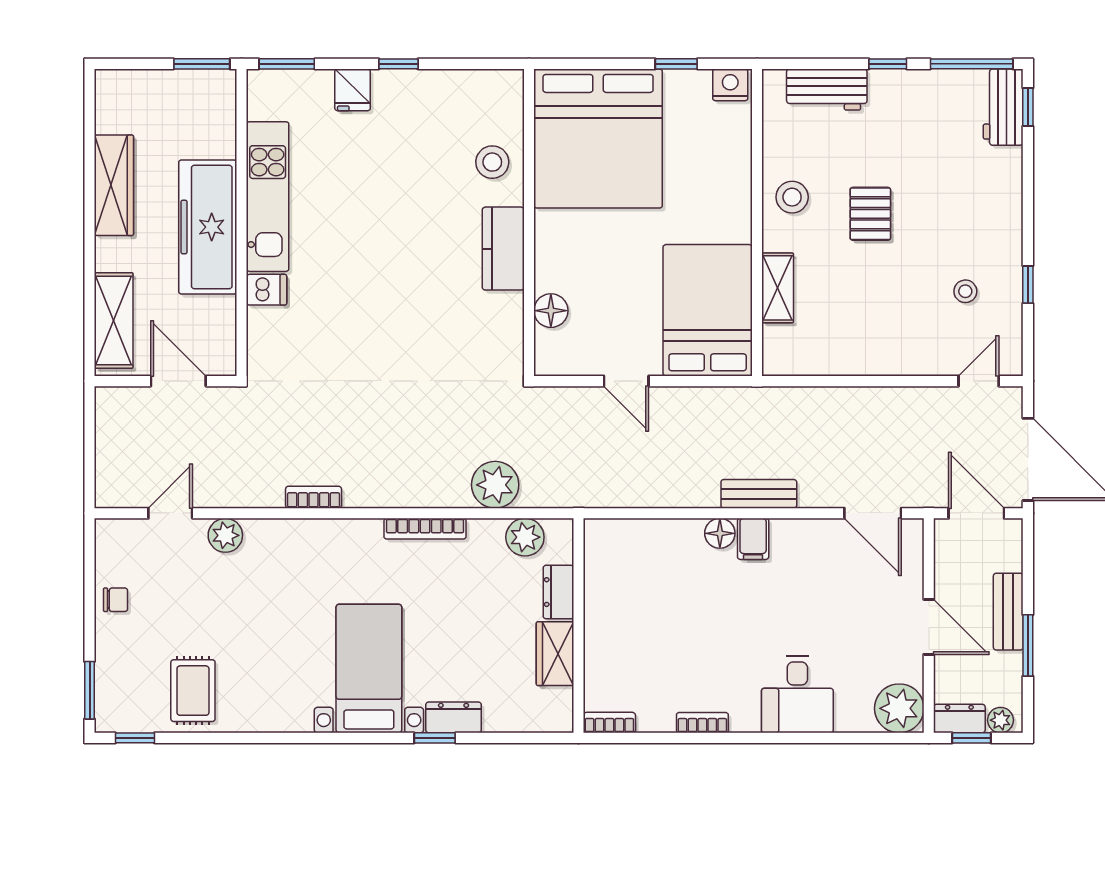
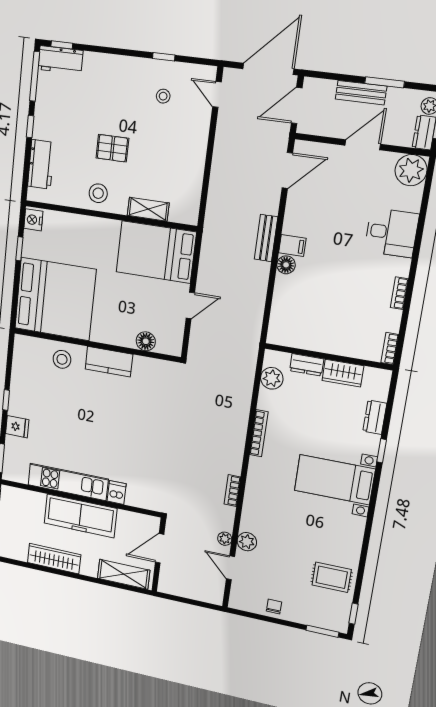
plant: (495, 485) -> (225, 539), moved, width x0.53, depth x0.53
dresser: (454, 717) -> (375, 417), moved

